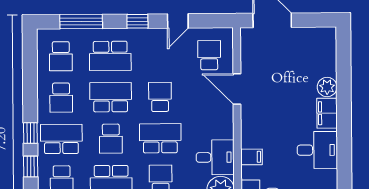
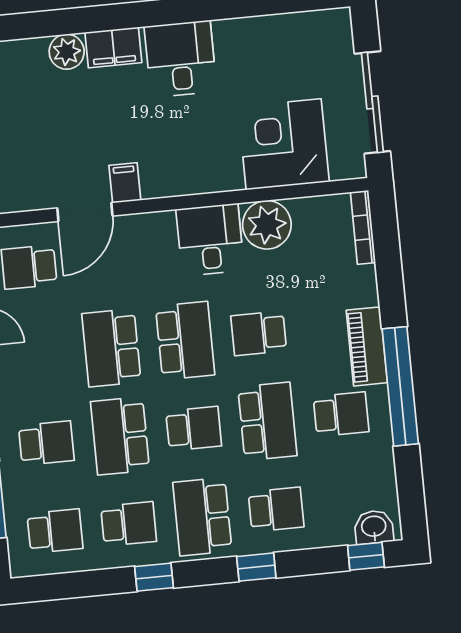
school desk: (110, 56) -> (46, 443), width x0.54
school desk: (160, 97) -> (111, 348), width x1.85
window: (30, 133) -> (154, 577), moved
school desk: (160, 138) -> (185, 341), turned 180
filing cabinet: (251, 157) -> (125, 183), moved

